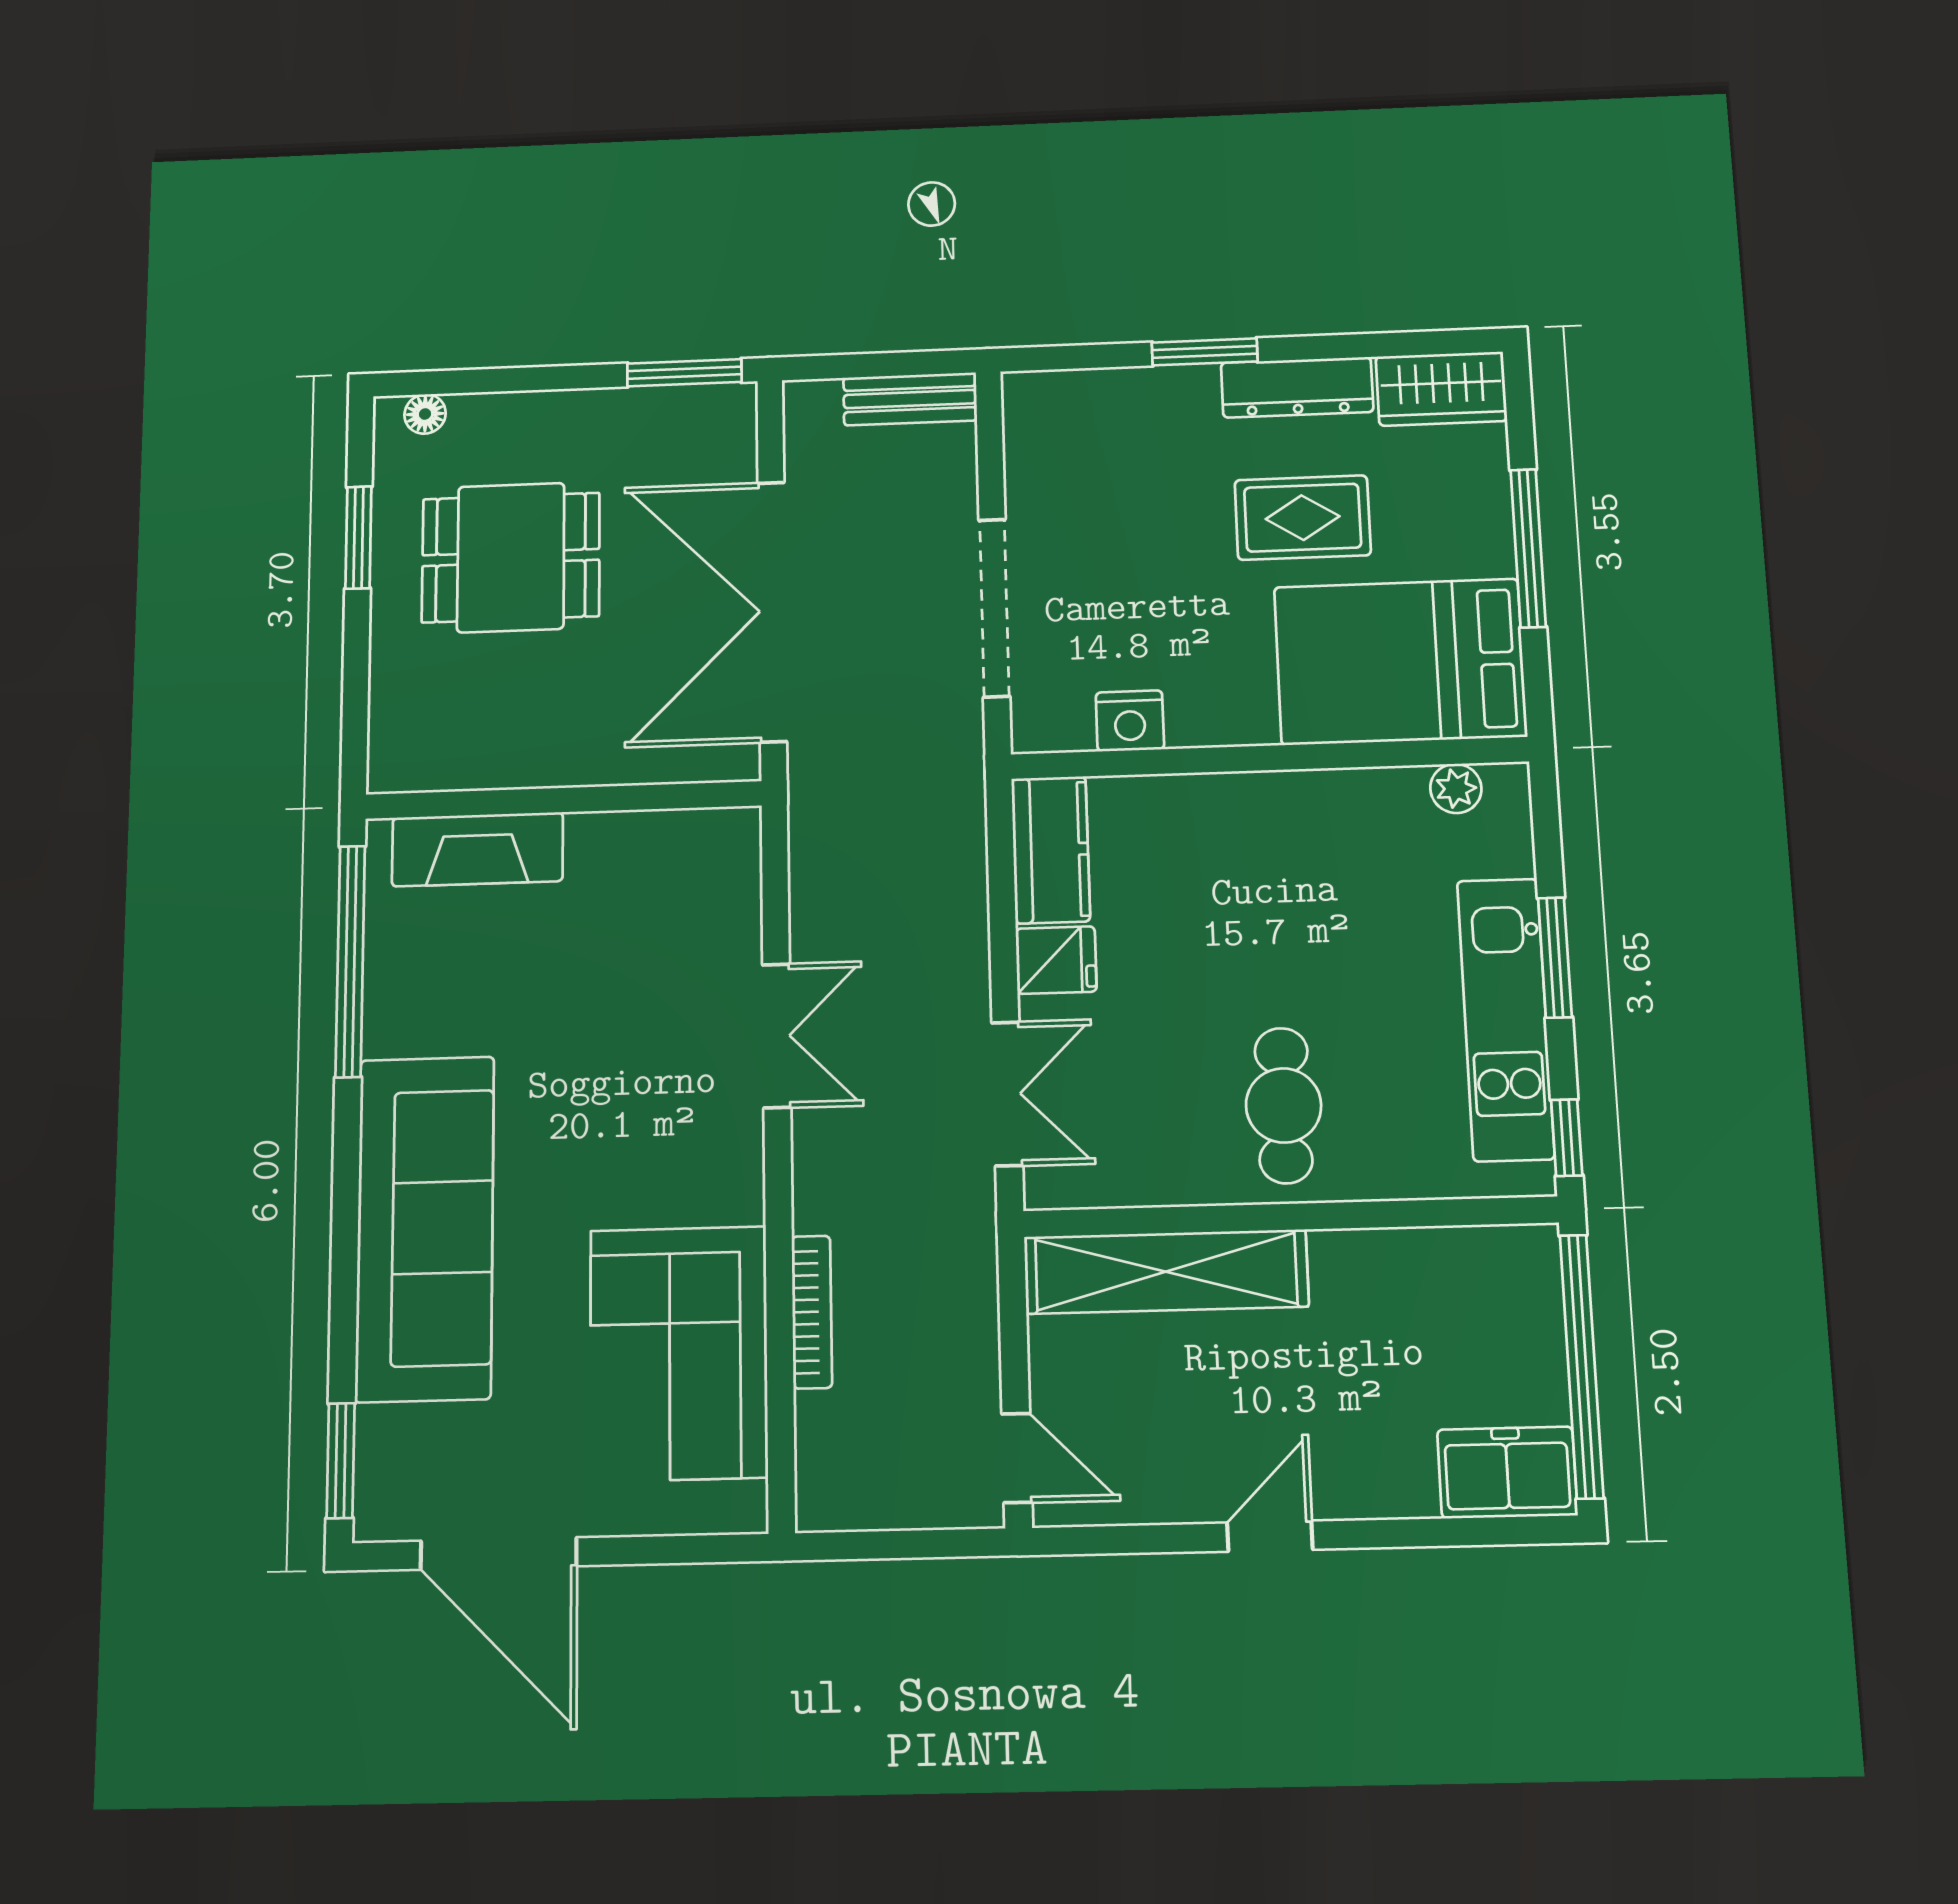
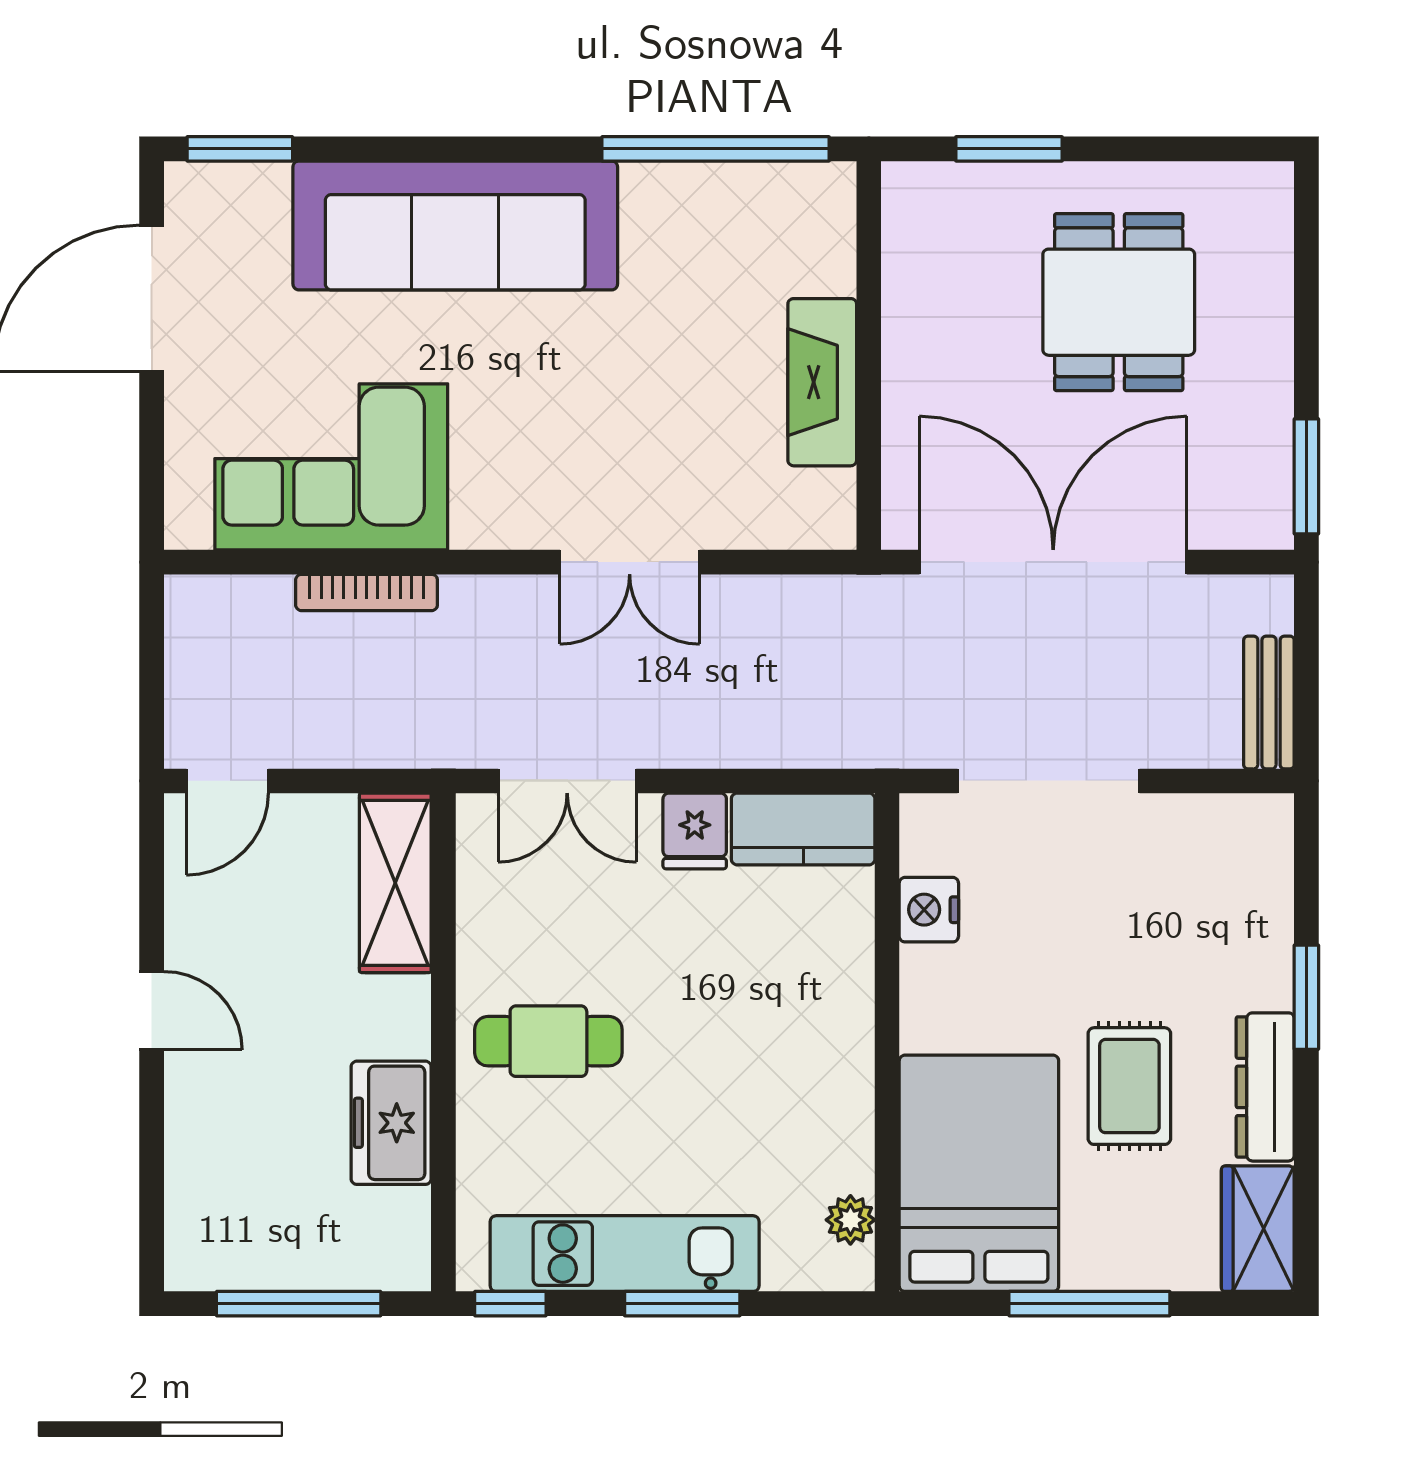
floor lamp: (425, 414) -> (1273, 214), removed
window: (358, 538) -> (1009, 149), moved
fireplace: (477, 849) -> (822, 382), moved
shelving: (1166, 1272) -> (395, 883), width x0.68
window: (1582, 1366) -> (299, 1304), width x0.68
freezer: (1507, 1472) -> (391, 1123), moved, turned 180

